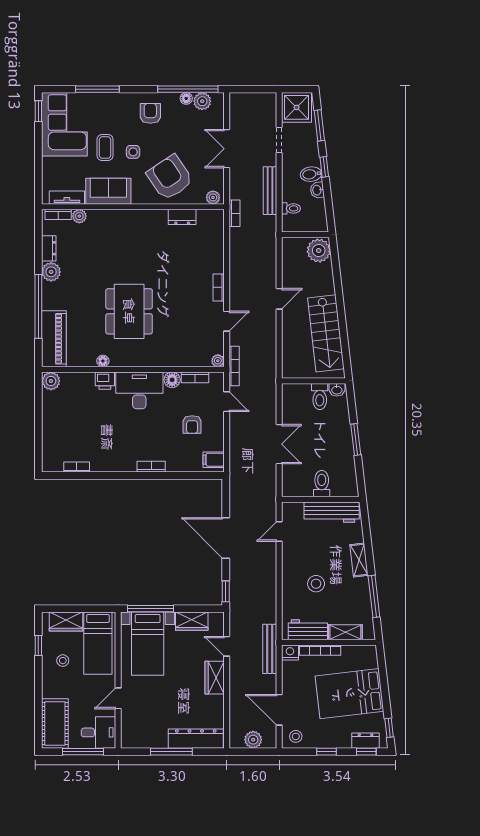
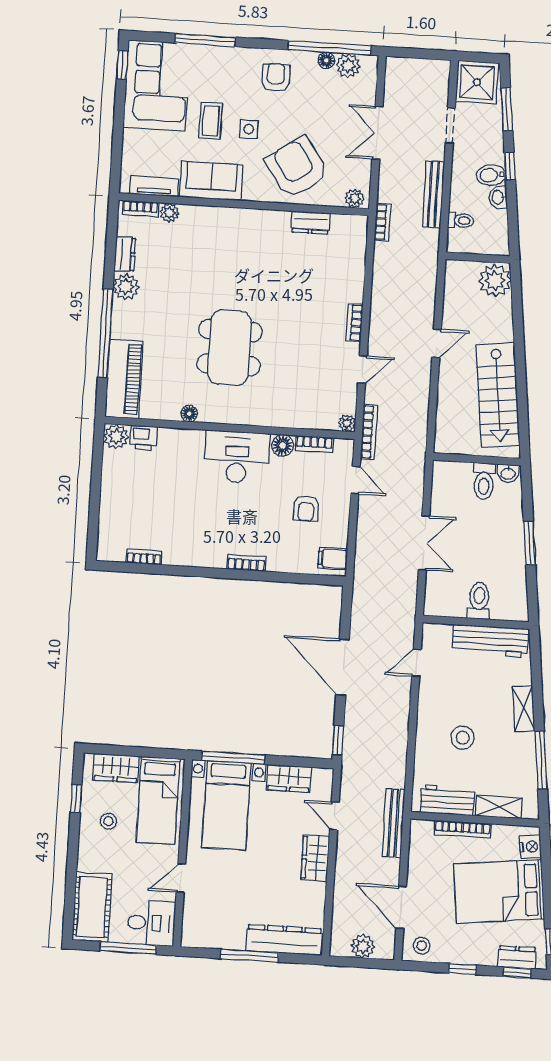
printer: (105, 381) -> (144, 438), moved
nightstand: (290, 652) -> (530, 847), moved, turned 83

